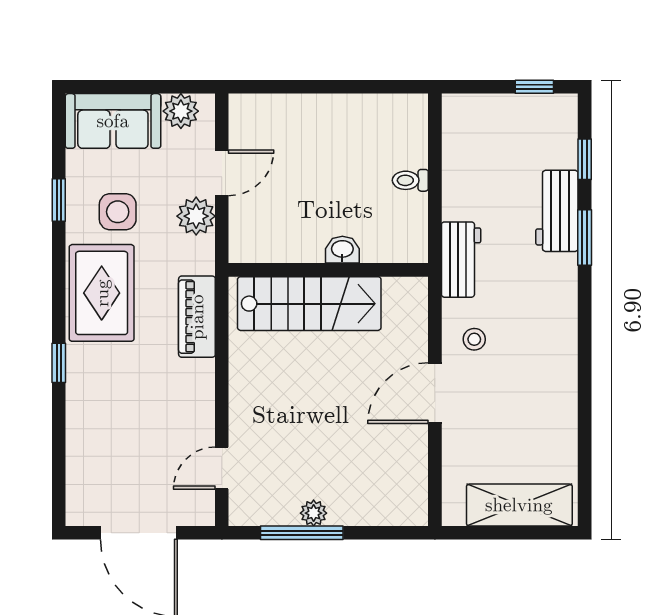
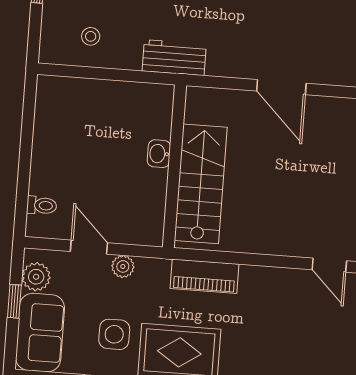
window: (149, 87) -> (14, 301), added
toilet: (410, 180) -> (42, 205), moved, turned -90
plant: (196, 216) -> (123, 266), width x0.73, depth x0.73
stool: (474, 339) -> (91, 36), moved

